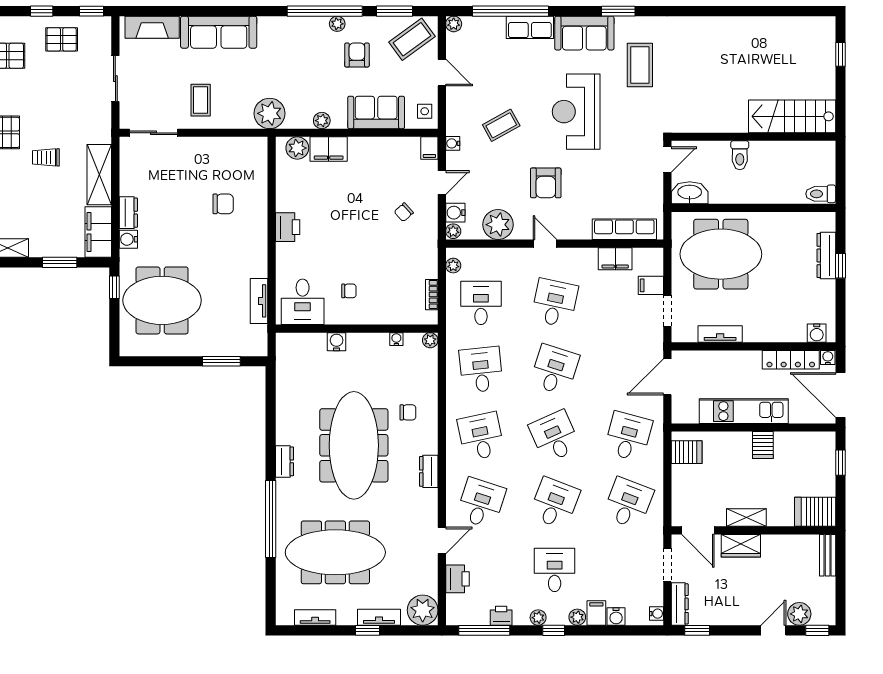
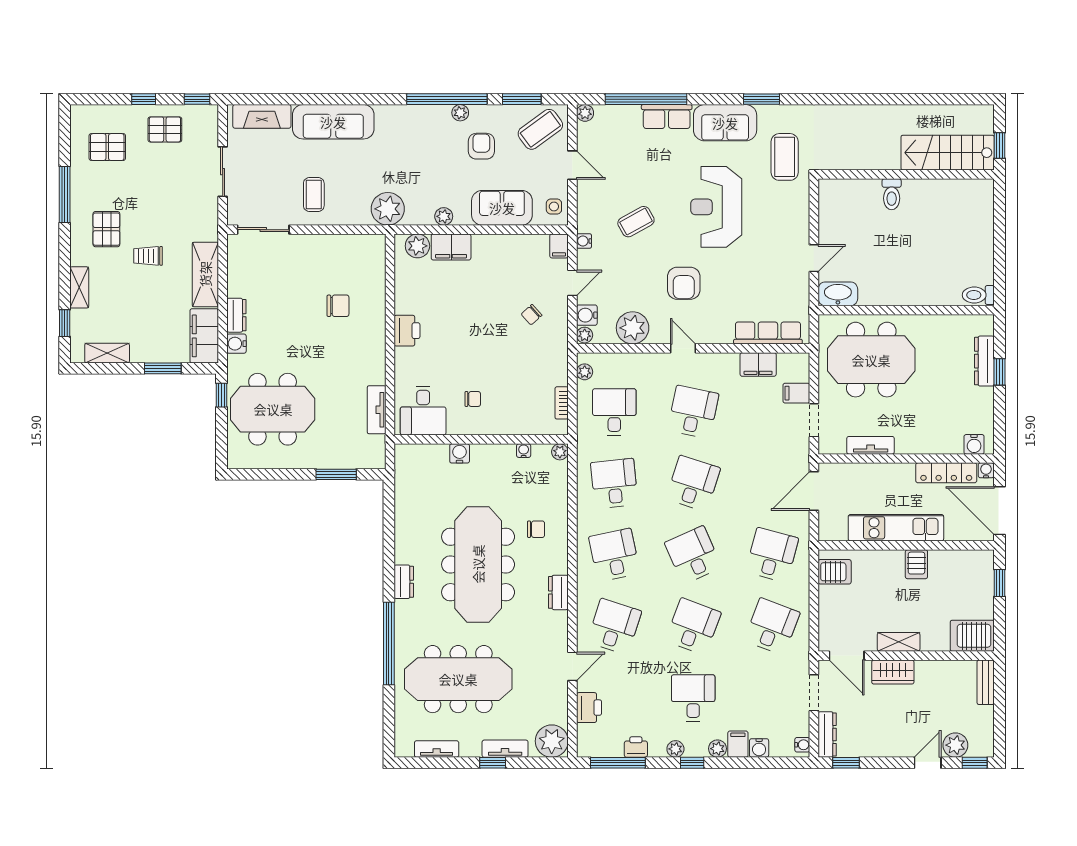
stairs: (792, 116) -> (948, 153), moved
wall: (753, 137) -> (906, 174), moved
toilet: (740, 155) -> (892, 194), moved

